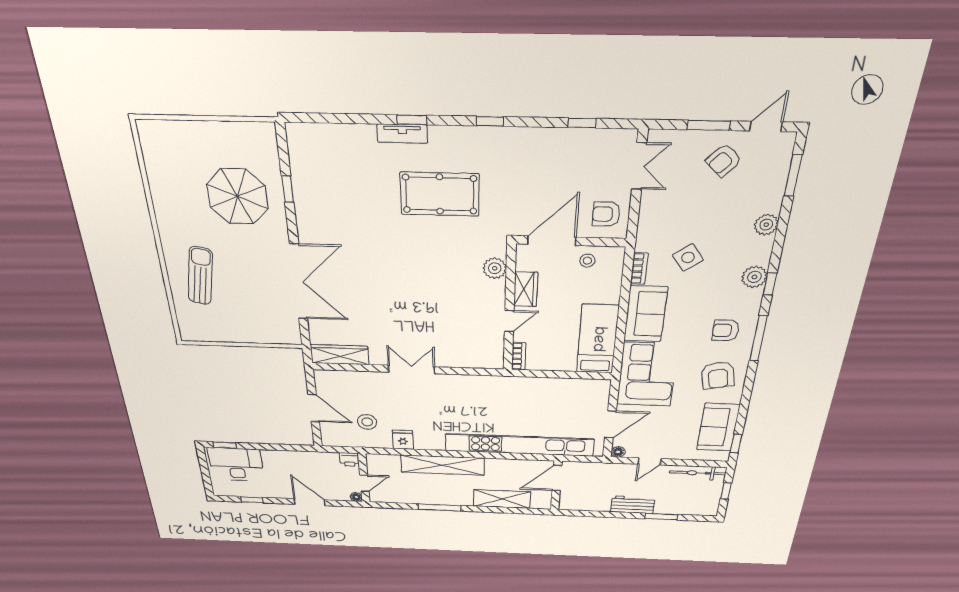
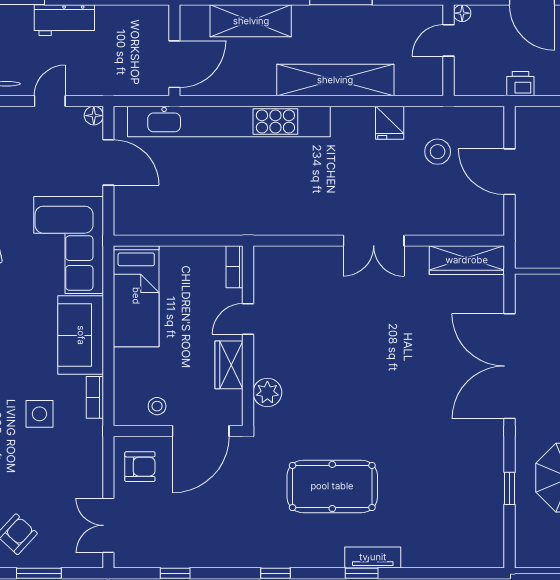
side table: (688, 257) -> (39, 414), turned 36
door: (610, 424) -> (108, 162), swing flipped
printer: (349, 459) -> (520, 84), moved

